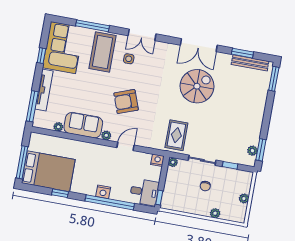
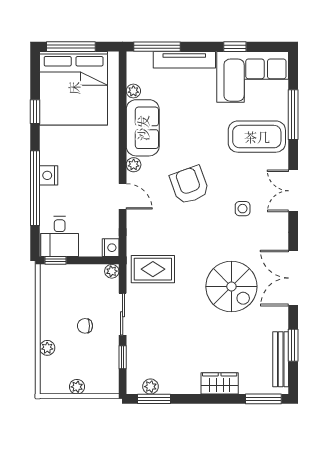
side table: (129, 59) -> (243, 209), moved
wardrobe: (259, 105) -> (220, 383), added
bed: (48, 171) -> (74, 88), width x1.36

